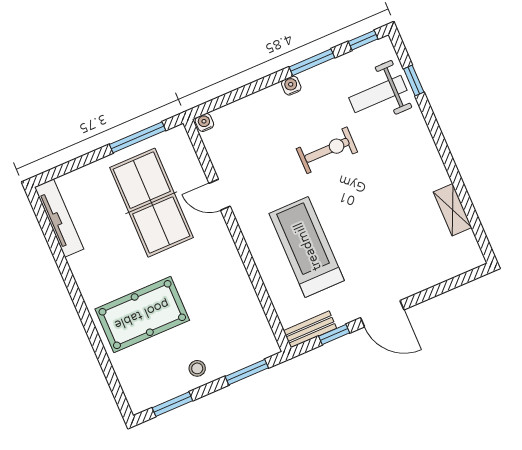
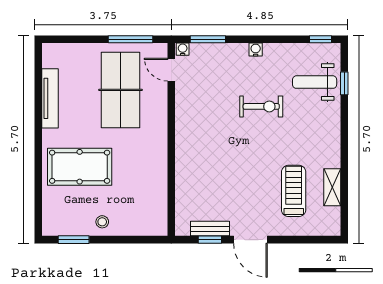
window: (312, 62) -> (208, 39), moved
door: (220, 195) -> (171, 70), moved
tv unit: (59, 218) -> (50, 98), moved
treadmill: (307, 247) -> (294, 191), moved, width x0.73, depth x0.73
bench: (310, 329) -> (210, 229), moved
window: (247, 372) -> (136, 240), removed

